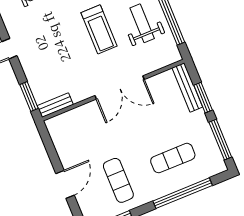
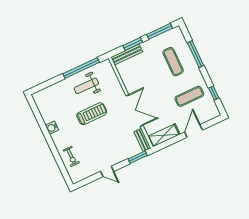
double door: (120, 87) -> (134, 111), moved
shelving: (60, 138) -> (164, 135), added
door: (65, 184) -> (194, 131), hinge flipped
window: (183, 193) -> (196, 54), width x0.68

